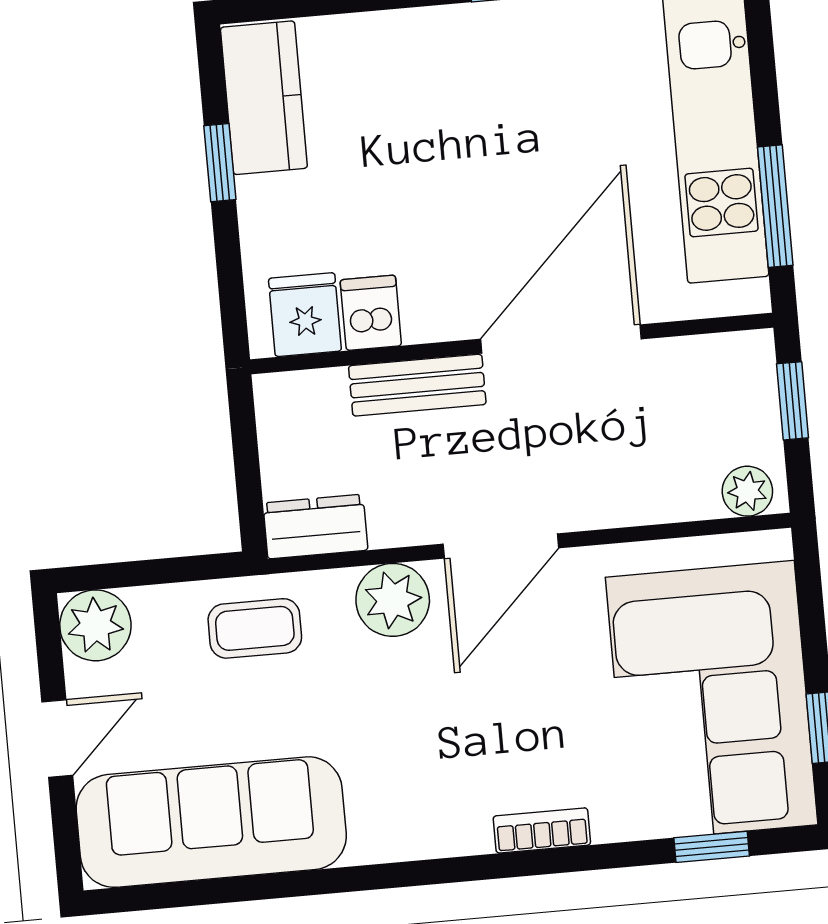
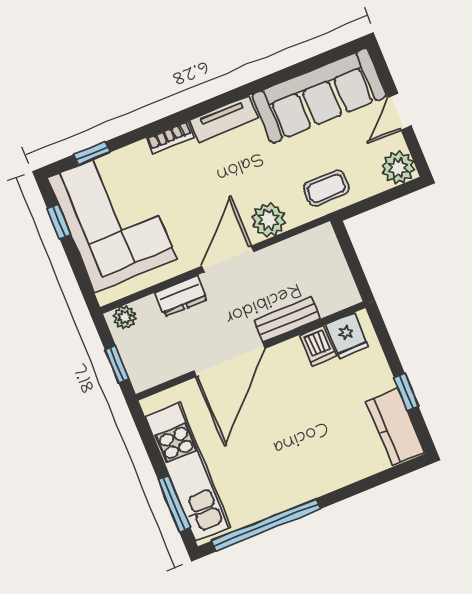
window: (775, 206) -> (174, 504), moved
dresser: (315, 527) -> (181, 296), moved
tv unit: (420, 834) -> (224, 119), added

